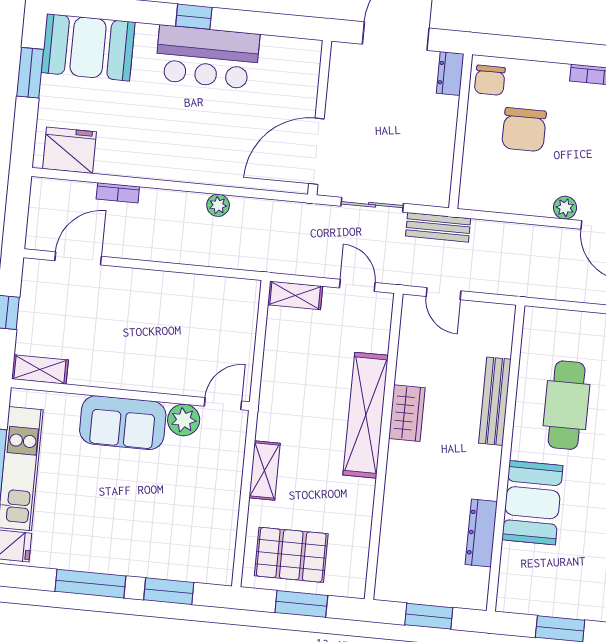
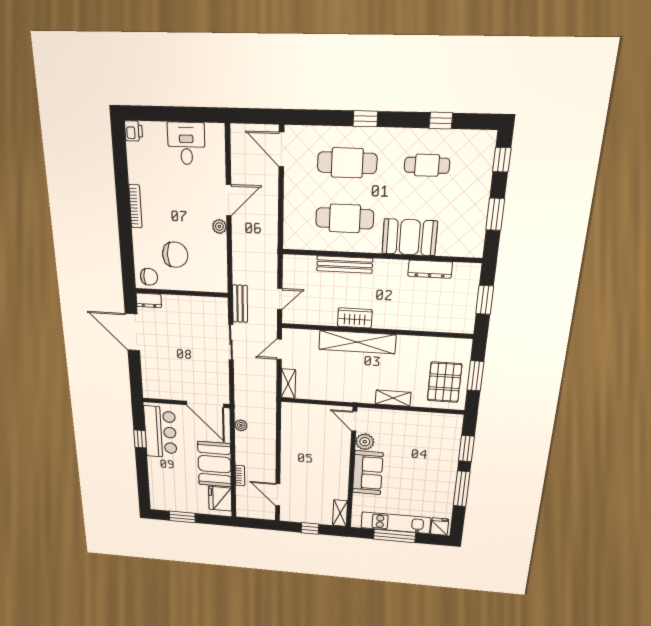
booth: (88, 47) -> (215, 464), moved
wall: (320, 118) -> (186, 403), moved
door: (316, 151) -> (205, 404), moved

